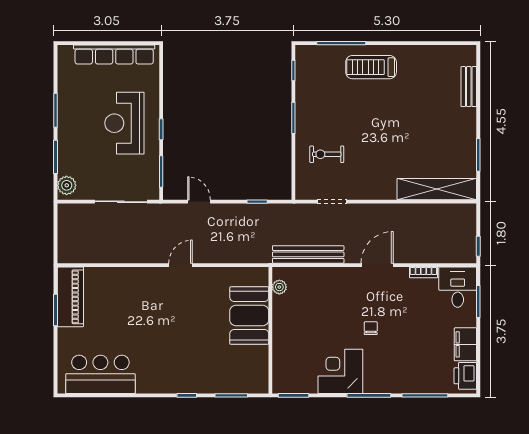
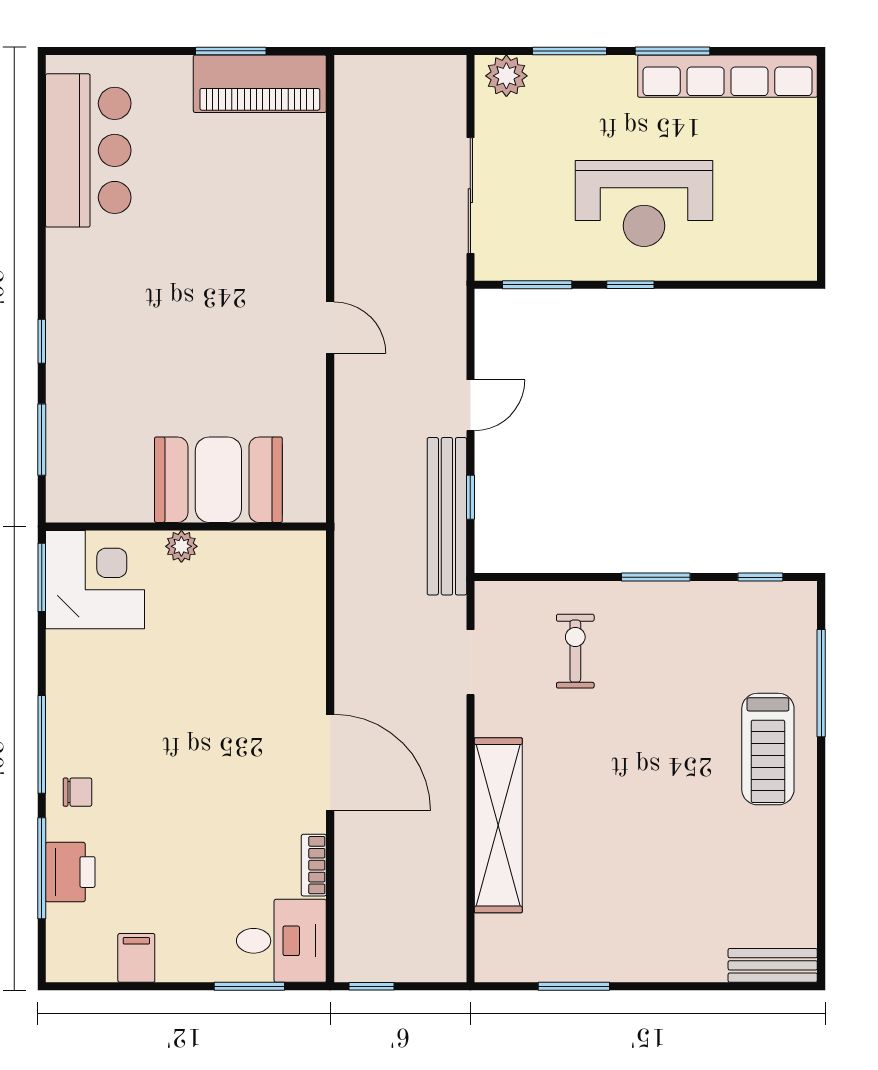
row of seats: (114, 54) -> (728, 76), moved, turned -90
treadmill: (371, 67) -> (768, 749), turned 180
bench: (469, 87) -> (773, 965), moved
reception desk: (124, 123) -> (644, 203), turned 180
shelving: (437, 189) -> (498, 825), moved
door: (199, 202) -> (470, 405), moved
bench: (308, 254) -> (447, 516), moved
door: (377, 265) -> (330, 762), width x1.36
plant: (279, 287) -> (181, 546), moved
chair: (371, 328) -> (77, 792), moved
filing cabinet: (465, 344) -> (136, 958), width x0.50
corner desk: (340, 371) -> (95, 580), moved
printer: (465, 376) -> (70, 872), moved, turned 90

